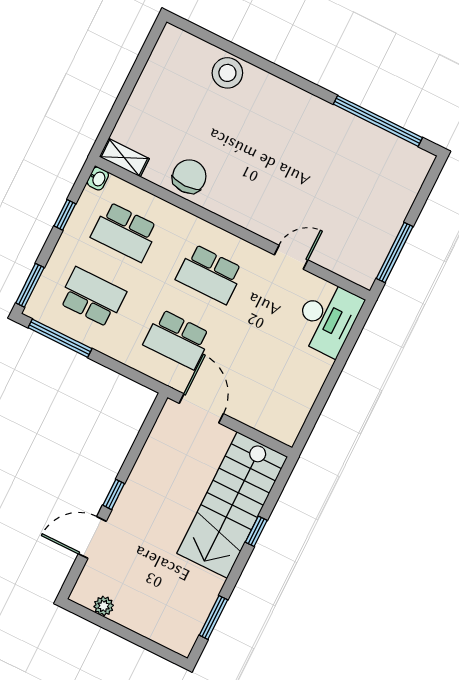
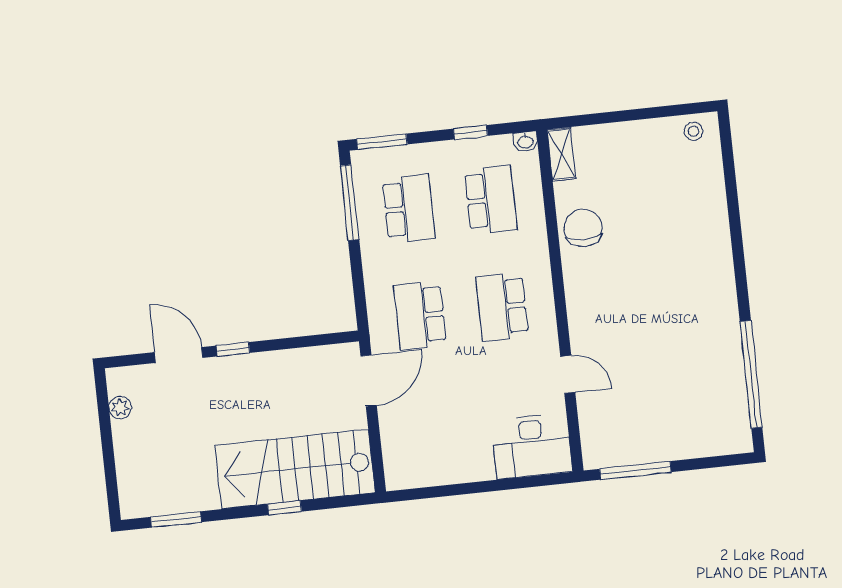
stool: (227, 73) -> (694, 131), moved, width x0.53, depth x0.53
chair: (189, 176) -> (583, 228), turned -90
school desk: (125, 232) -> (491, 200), turned 180

